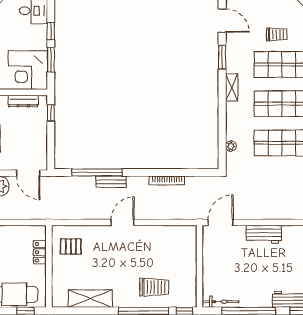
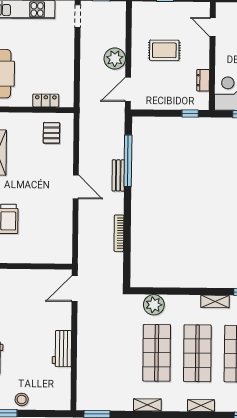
dresser: (23, 101) -> (203, 80), width x0.70
plant: (231, 146) -> (154, 305), width x1.88, depth x1.88
door: (221, 222) -> (75, 289), swing flipped
workbench: (264, 234) -> (62, 349), moved

